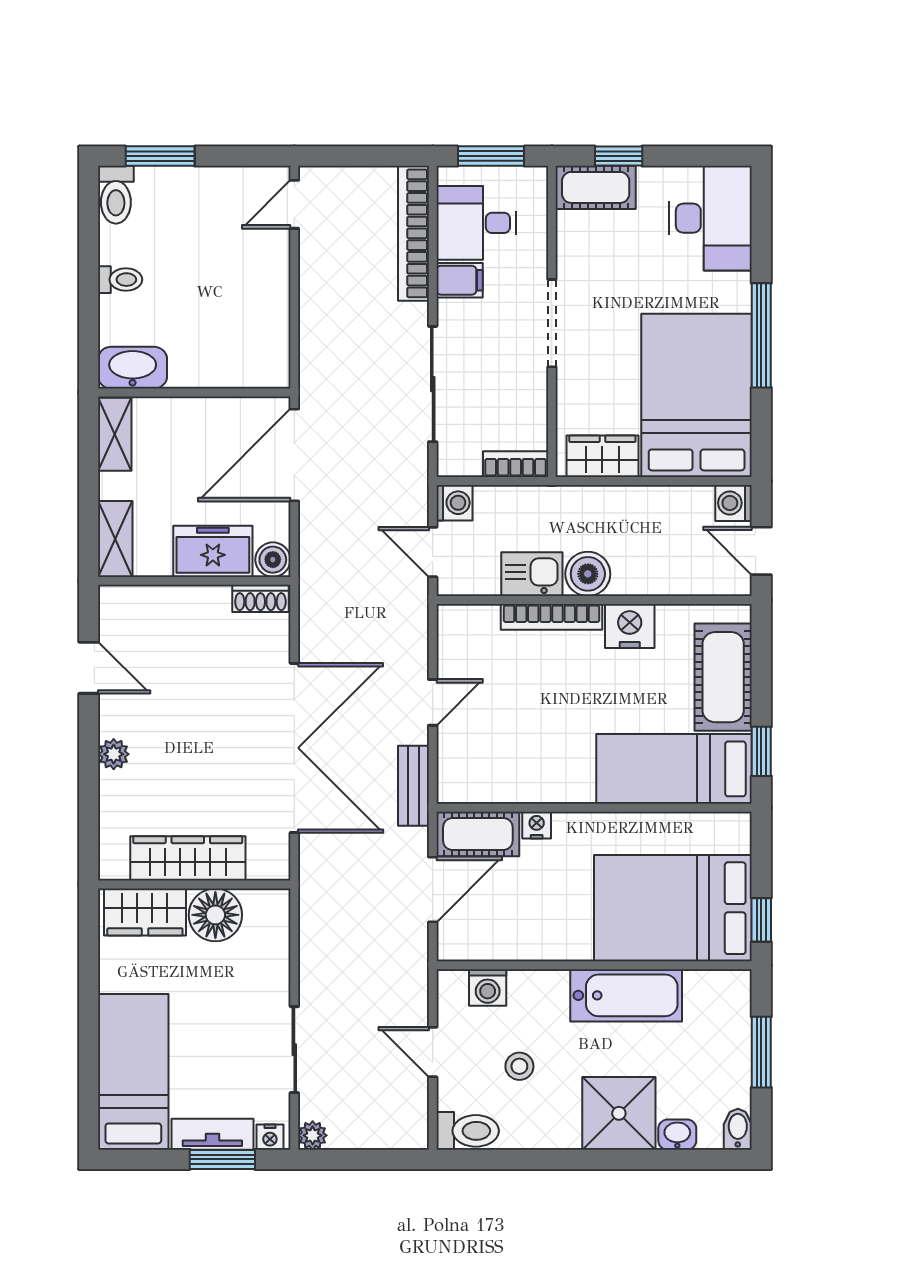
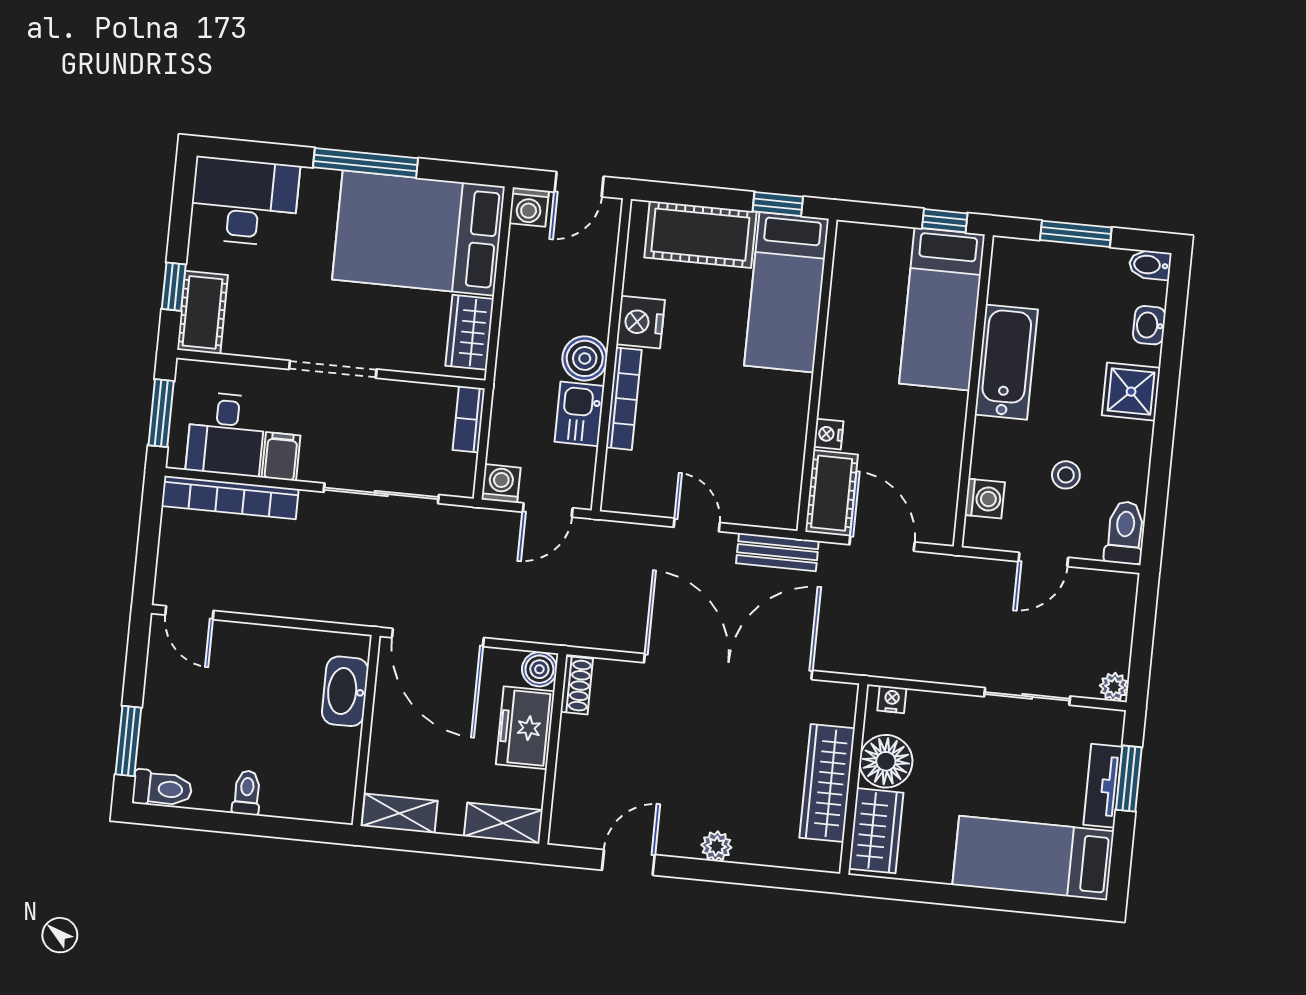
washbasin: (133, 368) -> (345, 691), moved
bed: (673, 908) -> (942, 309), width x0.67
shower: (619, 1113) -> (1131, 392), width x0.73, depth x0.73
nightstand: (270, 1137) -> (892, 699), moved, turned -90

